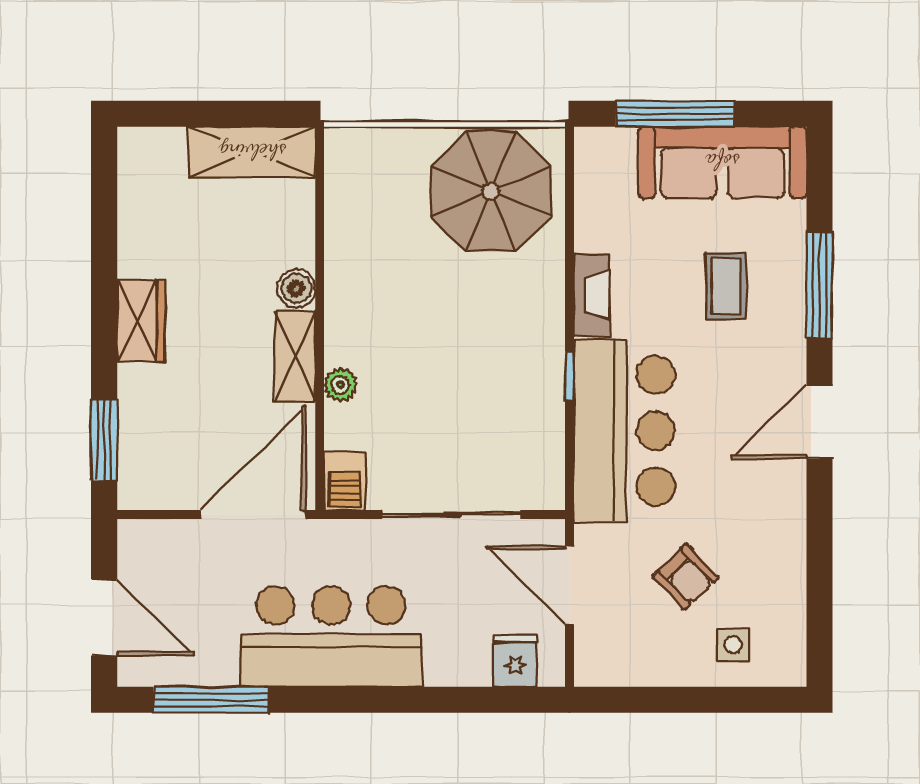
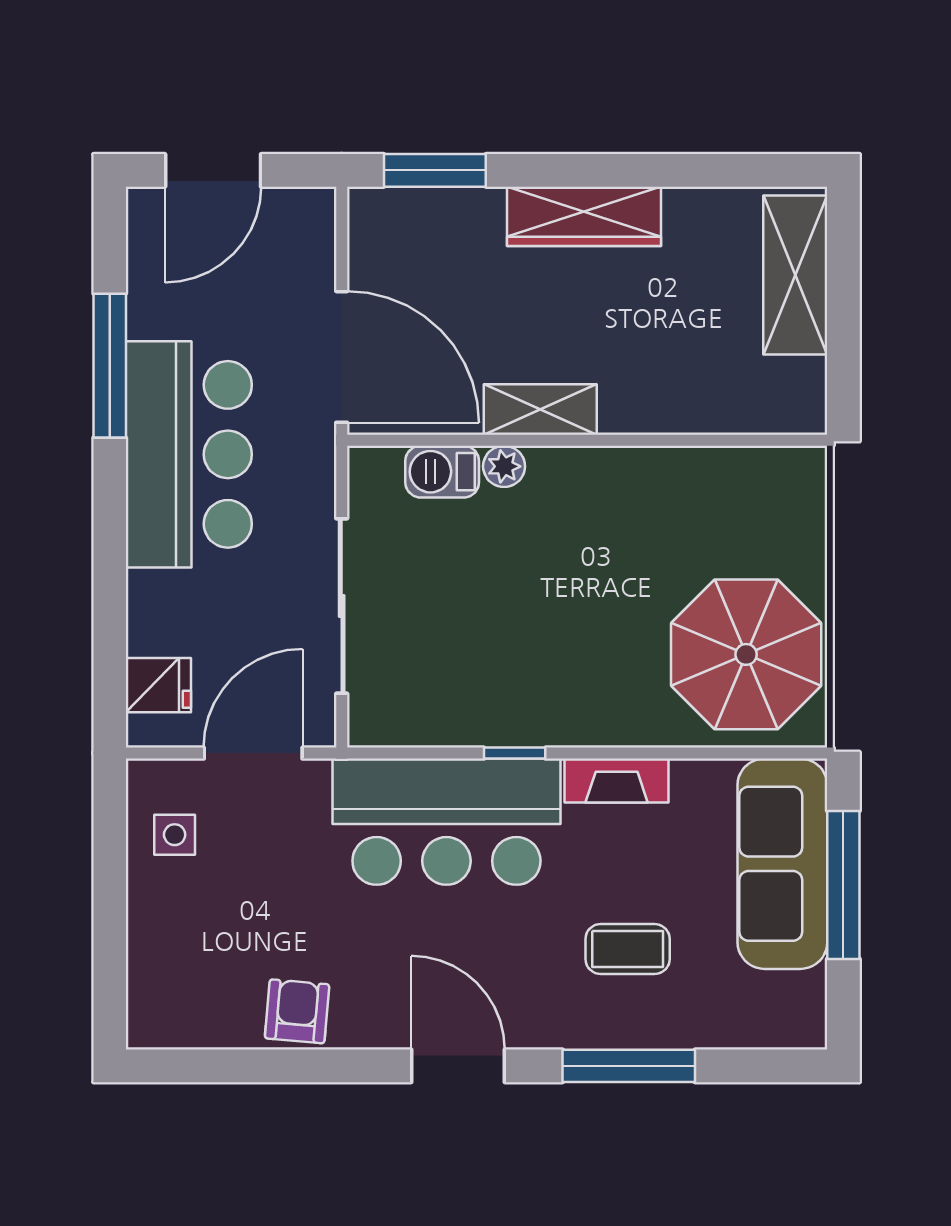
shelving: (252, 152) -> (795, 275), moved
sofa: (722, 162) -> (782, 864), moved
boiler: (296, 288) -> (625, 411), removed
wardrobe: (141, 321) -> (584, 216), width x1.50
barbecue: (345, 481) -> (442, 472), moved
armchair: (686, 577) -> (297, 1011), moved, turned 139
side table: (733, 645) -> (175, 835), moved
window: (211, 700) -> (110, 366), moved

